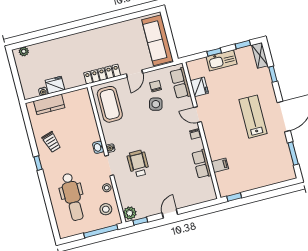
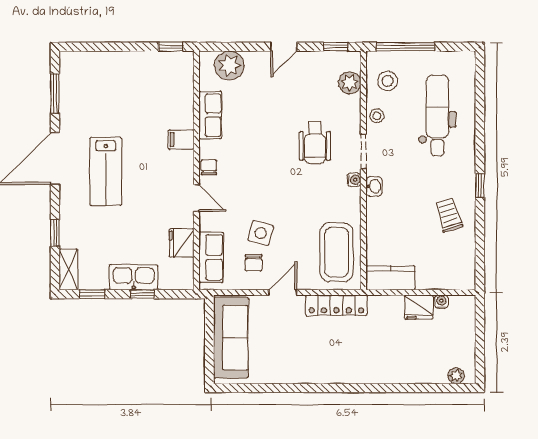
kitchen counter: (49, 104) -> (390, 278), moved
filing cabinet: (220, 165) -> (181, 140), moved
plant: (198, 195) -> (229, 65), added
plant: (130, 213) -> (350, 83), moved

